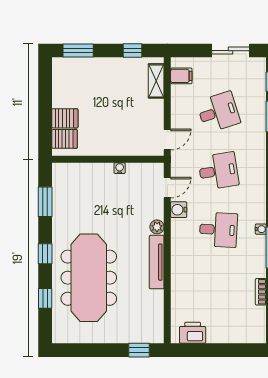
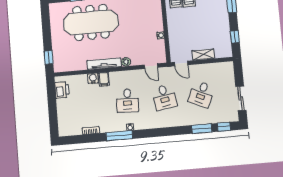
filing cabinet: (181, 76) -> (104, 79), moved
shelving: (156, 81) -> (203, 55), moved
desk: (218, 112) -> (201, 94), turned 42
water cooler: (179, 210) -> (93, 78), moved

